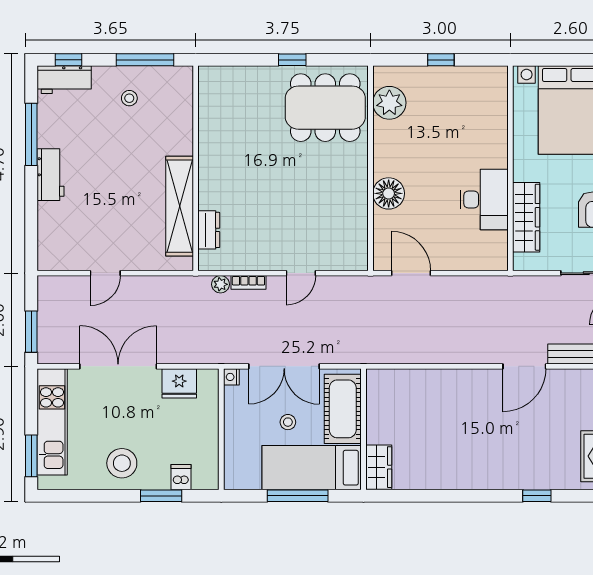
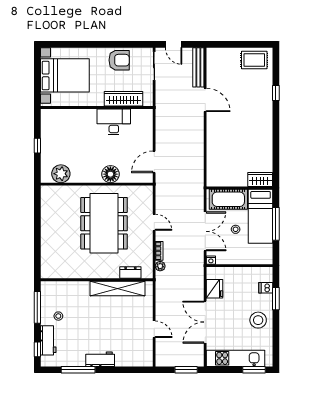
window: (292, 60) -> (37, 227), removed
workbench: (64, 80) -> (48, 340), moved
dining table: (325, 108) -> (104, 223), moved, width x1.36, depth x1.24

